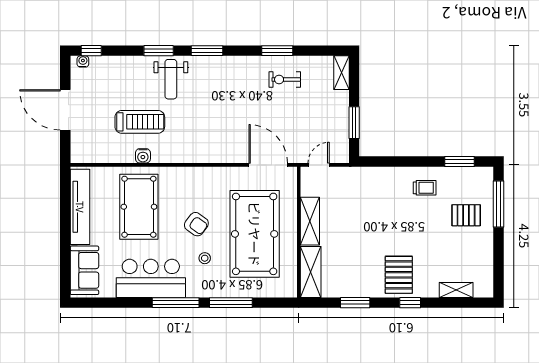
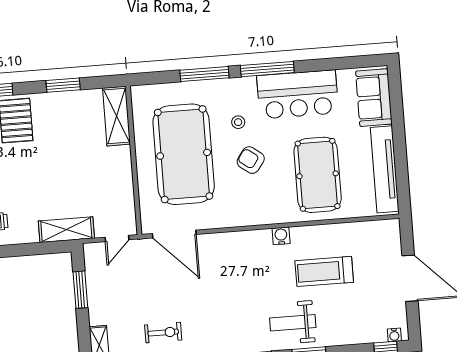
weight bench: (171, 79) -> (293, 323), turned -90
water cooler: (143, 156) -> (281, 236), moved
shelving: (310, 221) -> (66, 230), moved, turned 90

